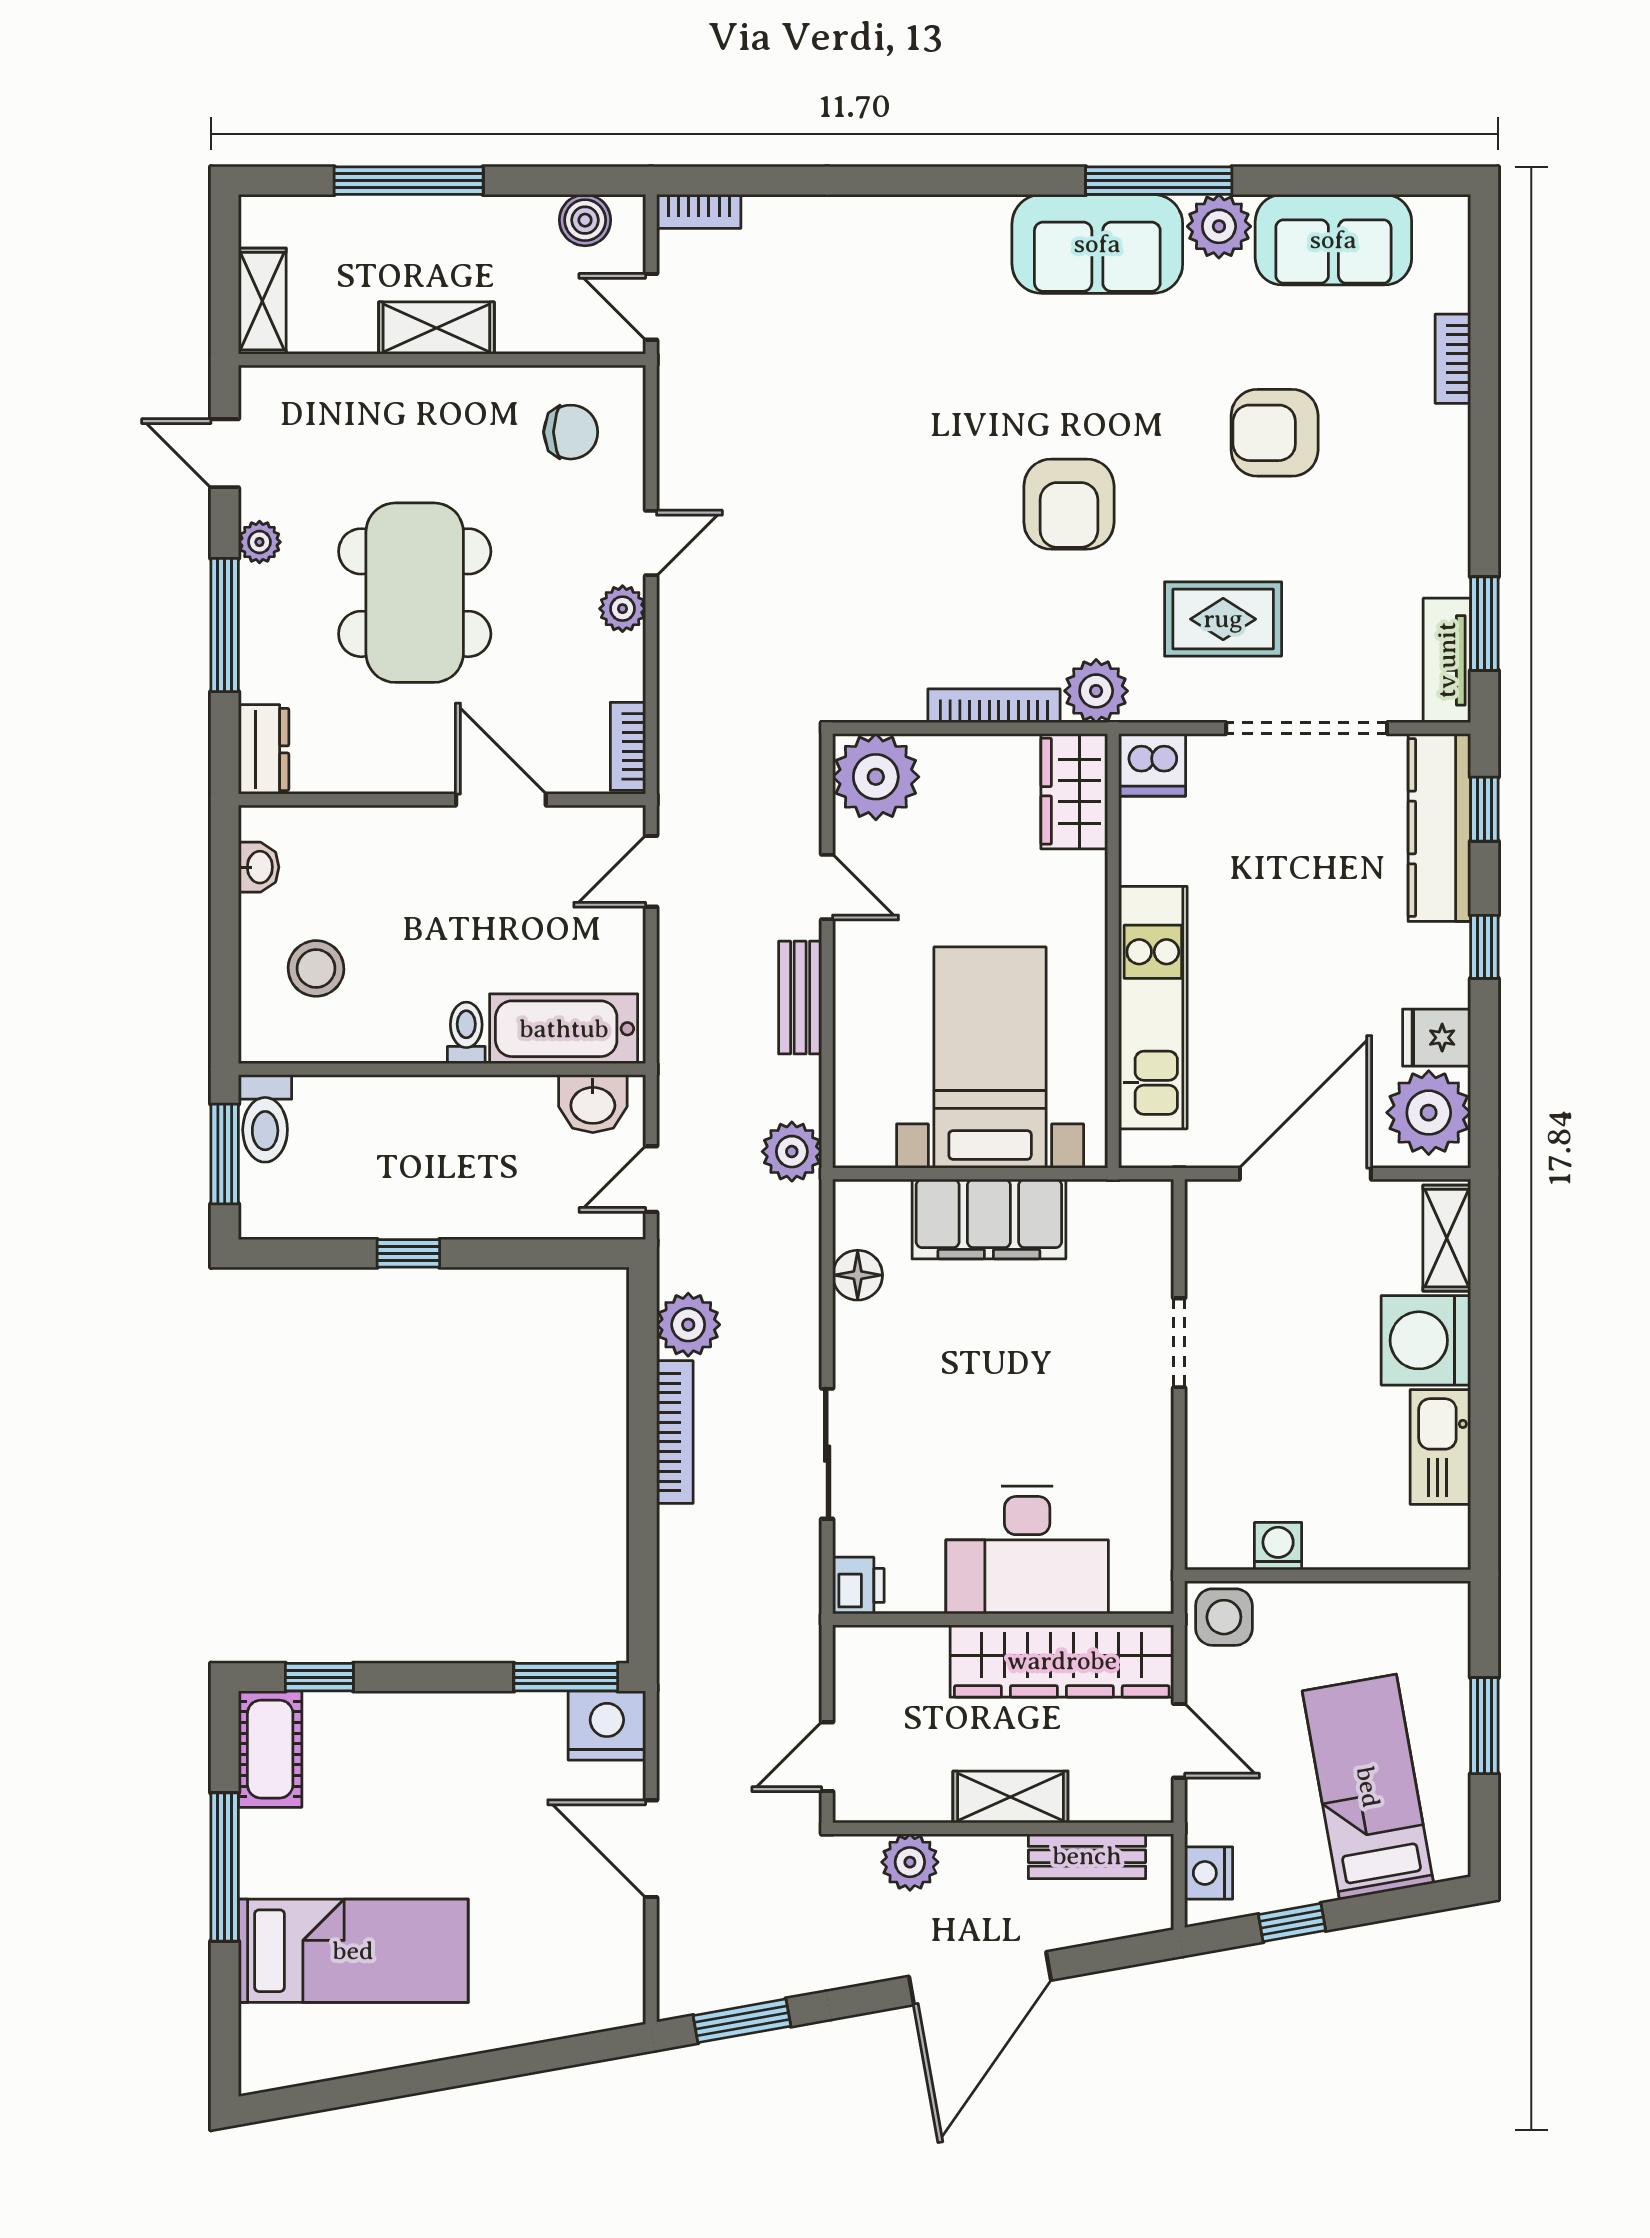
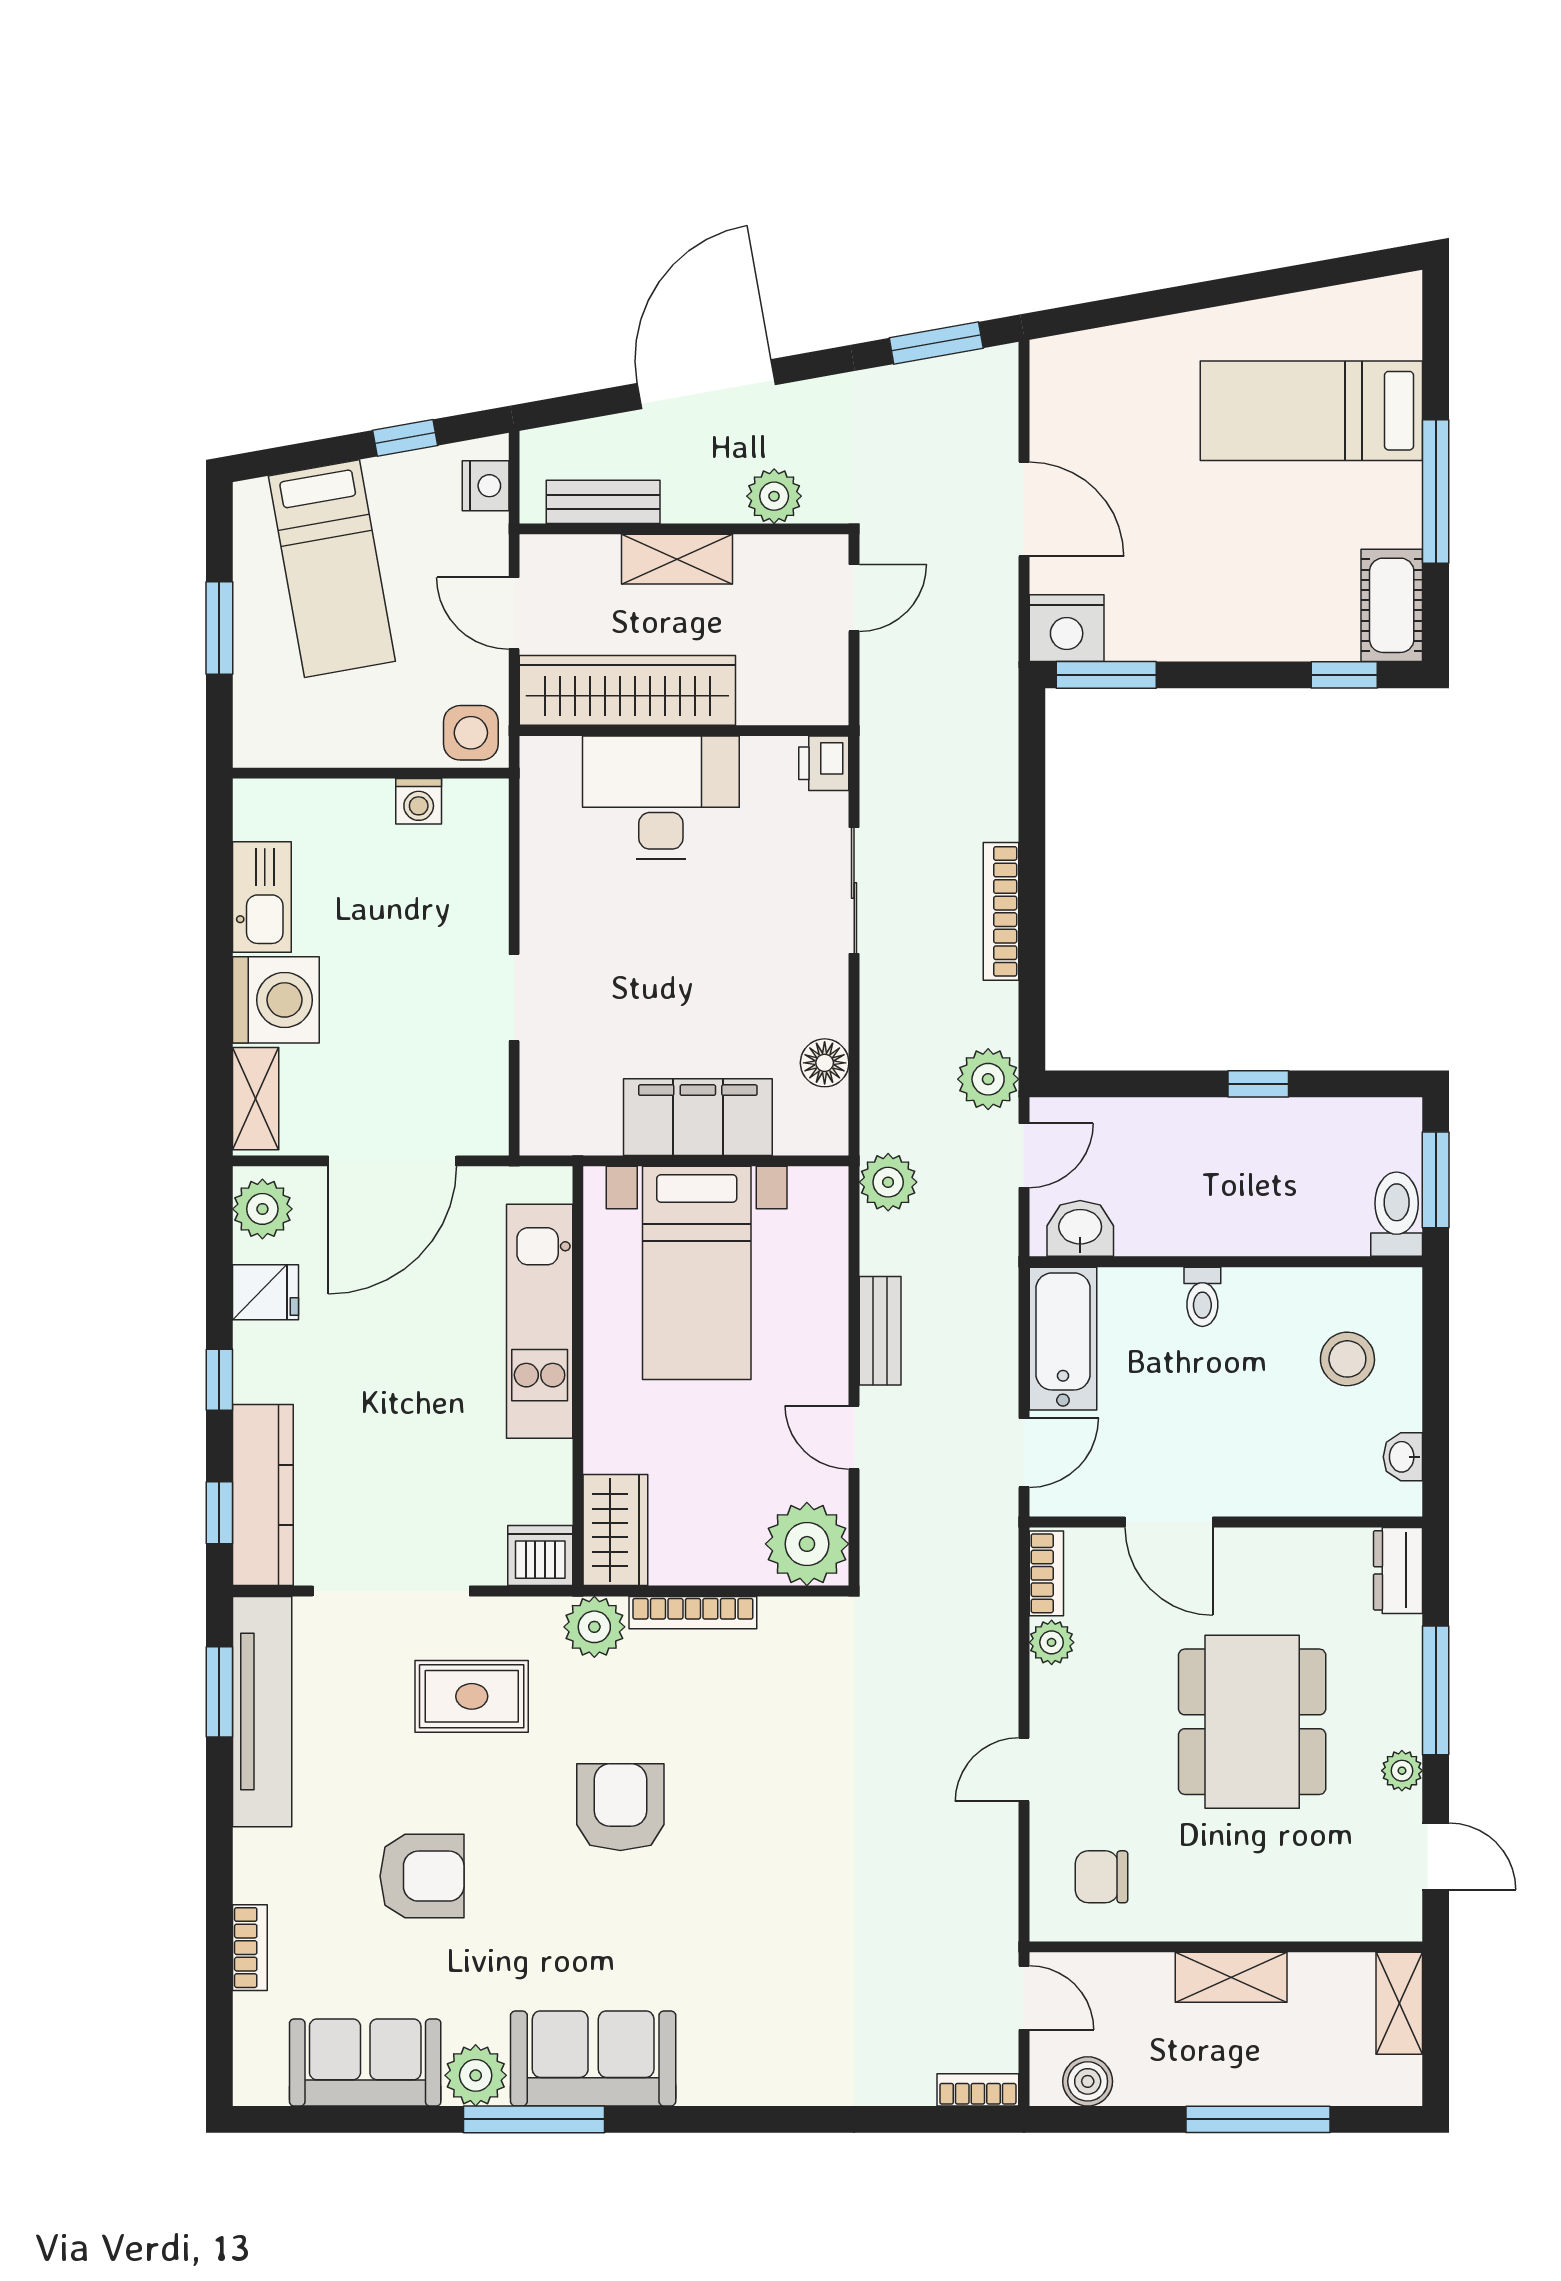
plant: (623, 609) -> (1052, 1642), moved
tv unit: (1447, 660) -> (262, 1712), width x1.92, depth x1.29
bathtub: (564, 1029) -> (1063, 1339), moved, turned -90
plant: (1429, 1113) -> (262, 1209), width x0.73, depth x0.73
plant: (688, 1325) -> (988, 1079), moved

